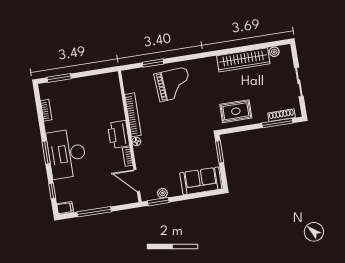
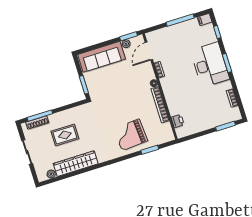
rug: (236, 111) -> (65, 135), moved
printer: (119, 134) -> (178, 121), moved, width x0.53, depth x0.68
door: (137, 180) -> (149, 51), swing flipped
sofa: (201, 181) -> (102, 57), width x1.36

